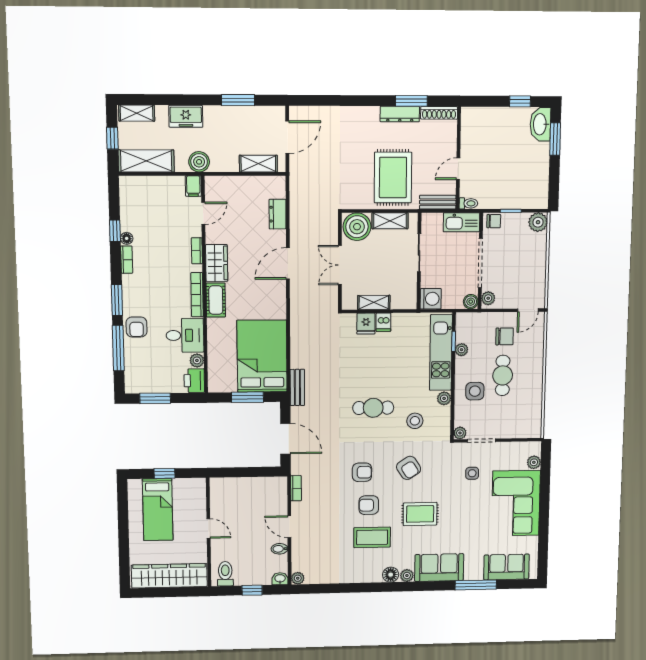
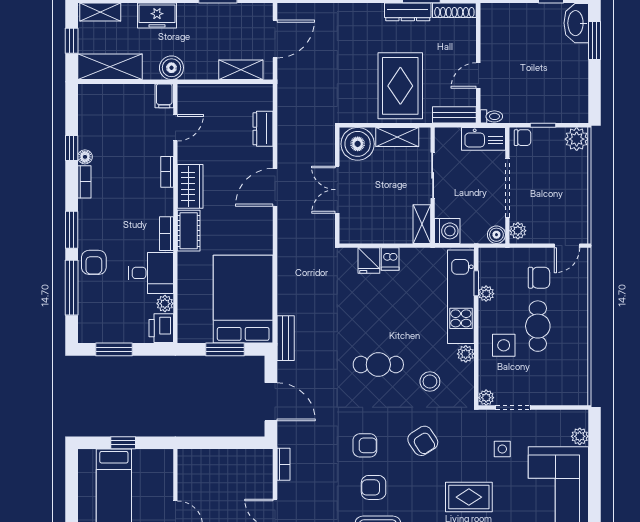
bookcase: (197, 295) -> (166, 234), width x0.64
shelving: (374, 302) -> (422, 224), moved, turned 90
rug: (420, 514) -> (469, 497), moved

